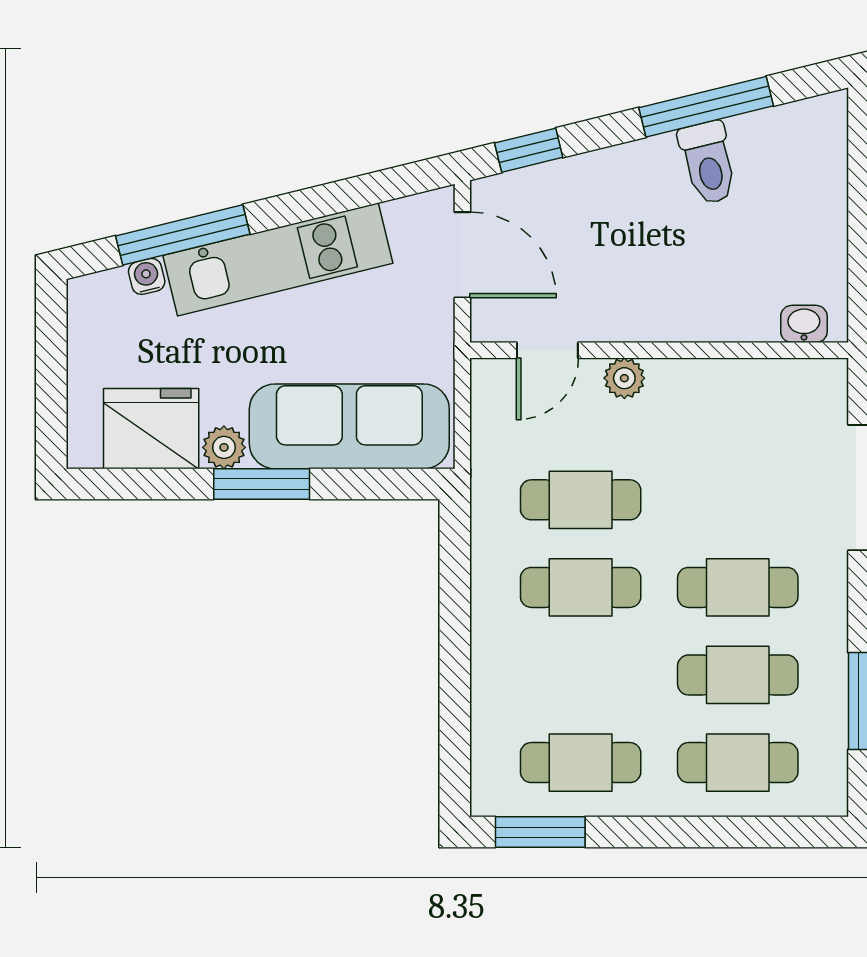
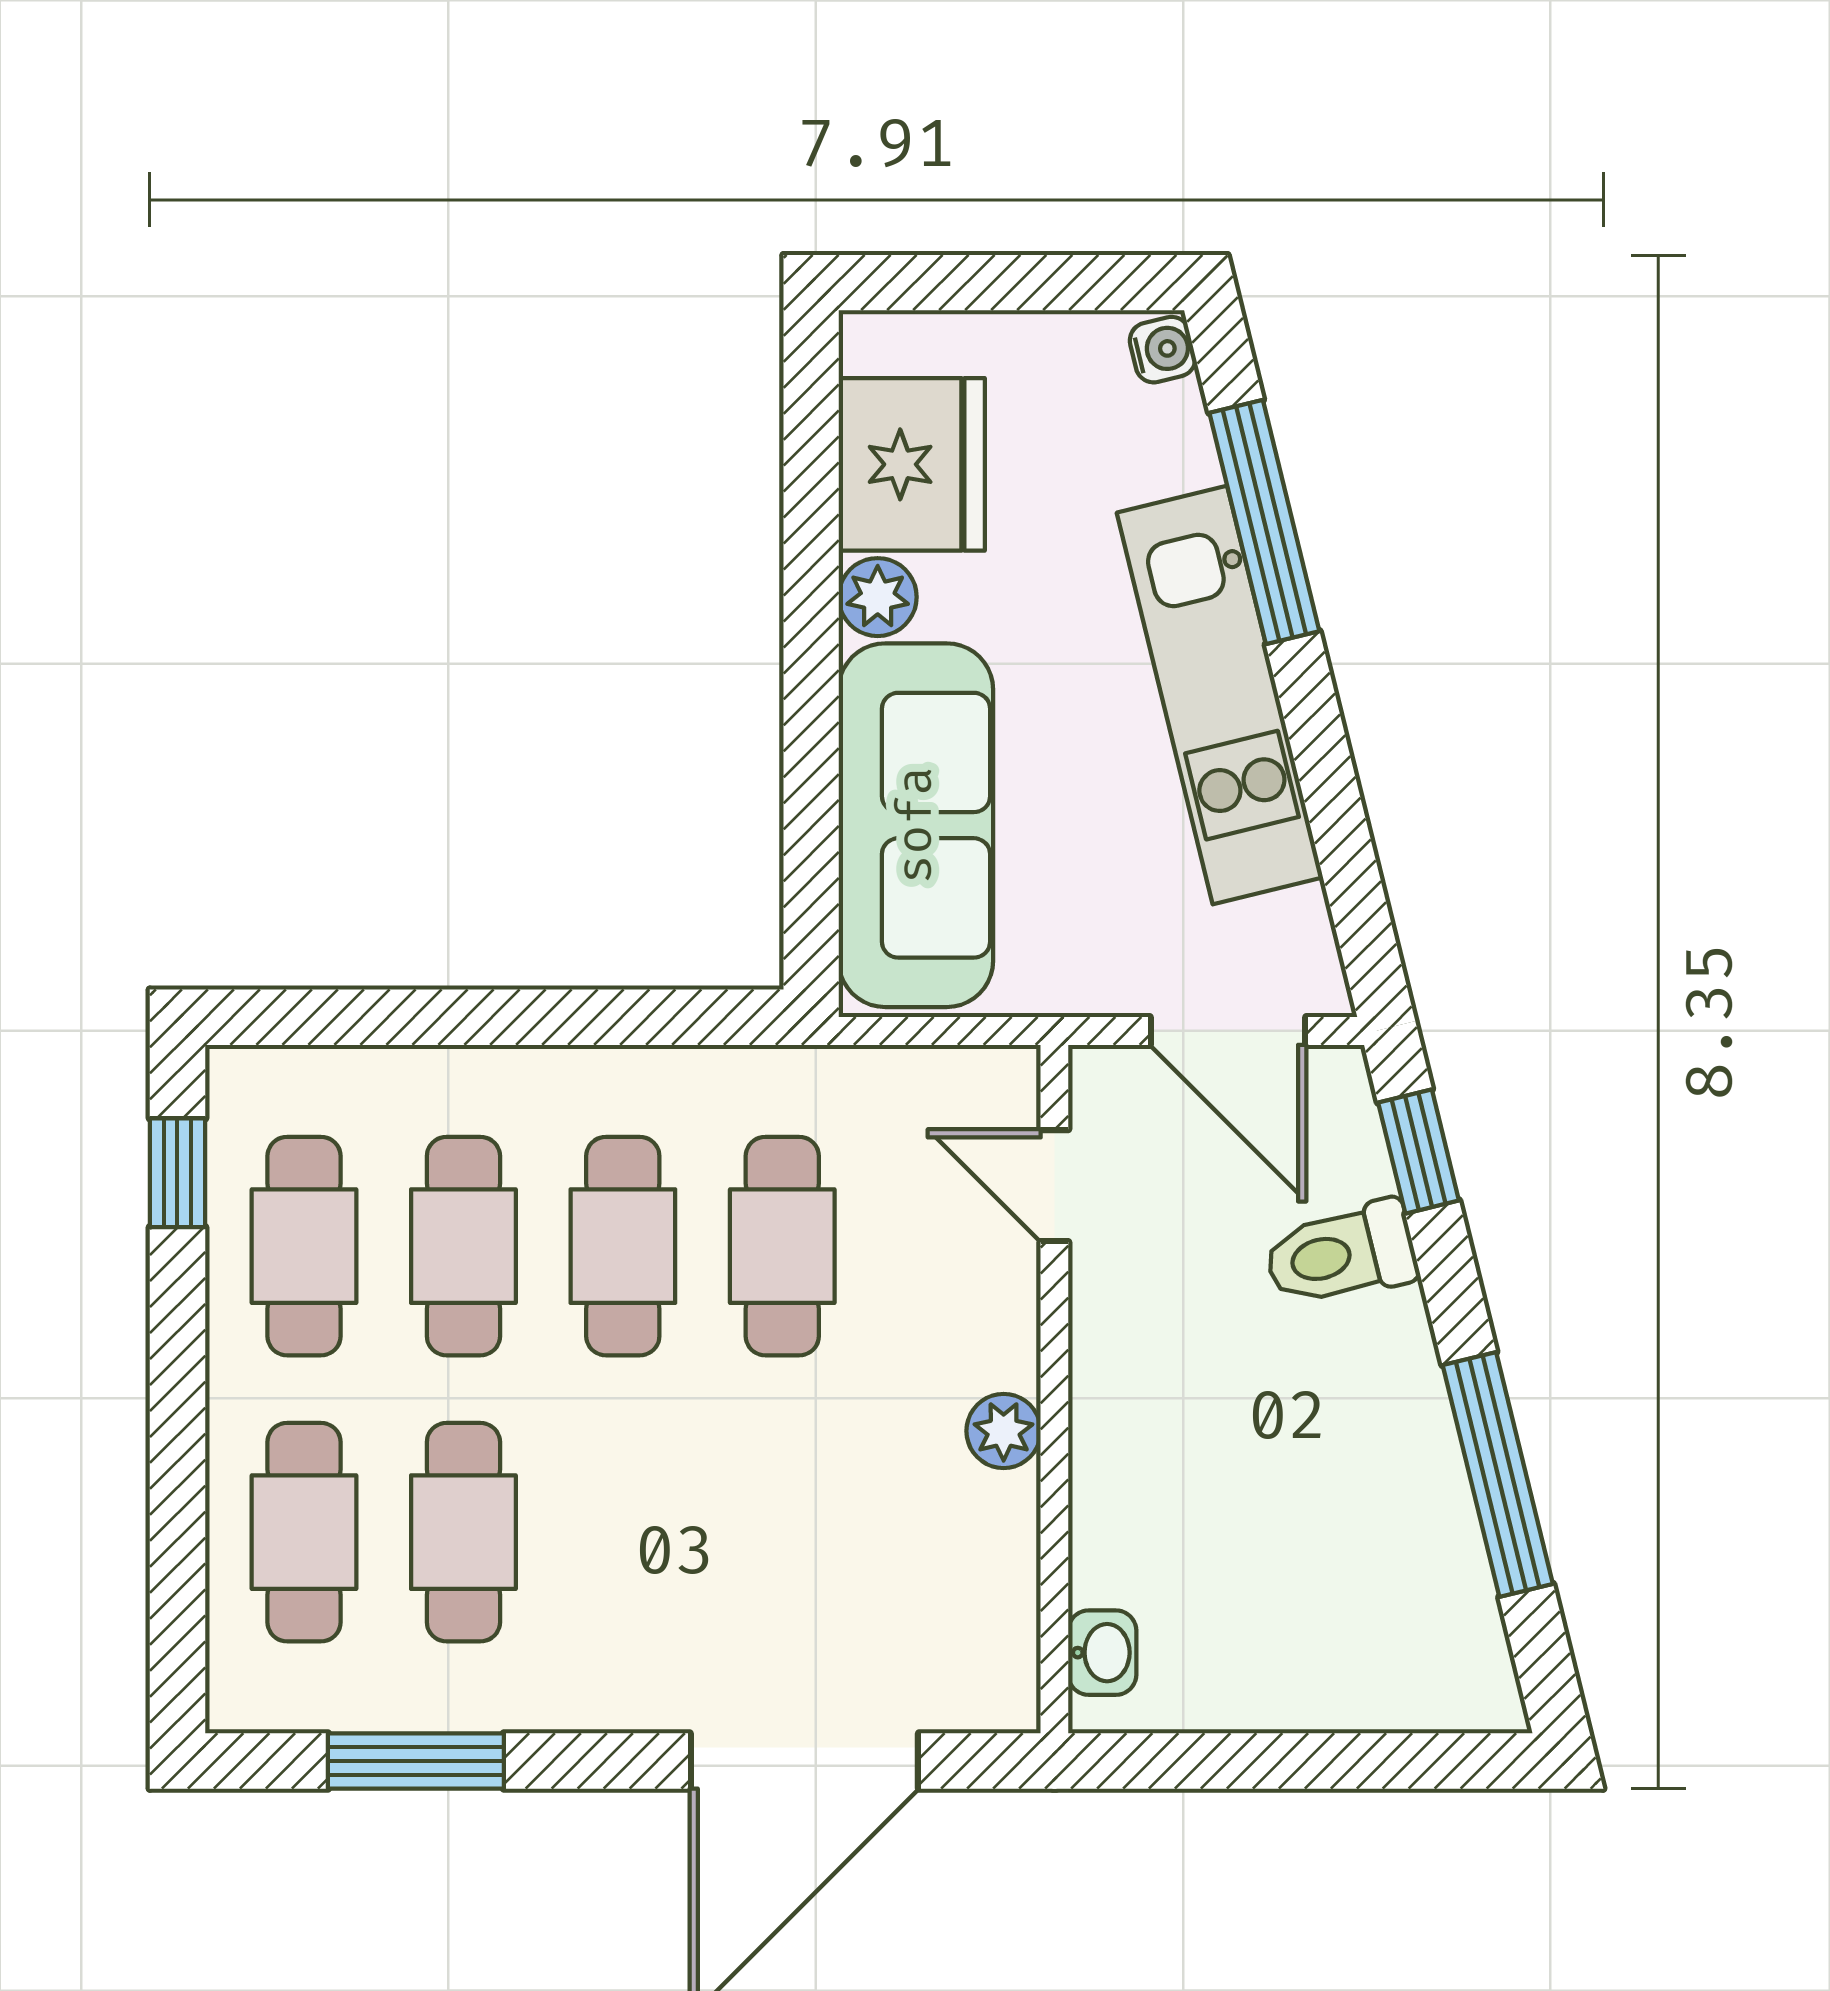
toilet: (708, 163) -> (1341, 1254), moved
door: (462, 255) -> (1228, 1031), hinge flipped
water cooler: (147, 276) -> (1163, 350), moved
plant: (624, 378) -> (1004, 1431), moved
window: (262, 484) -> (811, 666), removed
cafe table: (738, 587) -> (463, 1246), moved
window: (540, 832) -> (177, 1173), width x0.67

